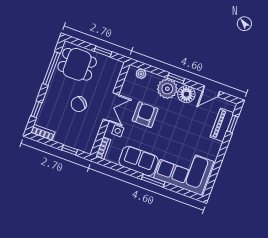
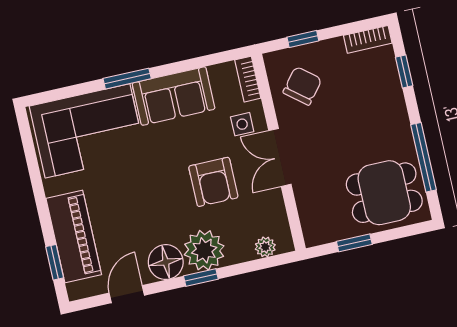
chair: (79, 104) -> (302, 86), moved
piano: (222, 125) -> (74, 236), width x1.37, depth x1.33

